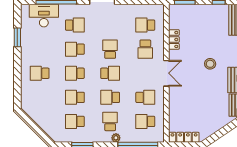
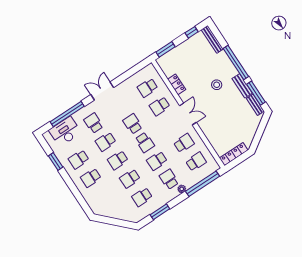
school desk: (75, 25) -> (94, 123), turned -90
school desk: (40, 49) -> (79, 159), added
school desk: (145, 49) -> (160, 106), turned 90
school desk: (110, 73) -> (145, 142), turned 90
school desk: (145, 121) -> (196, 162), turned 180

